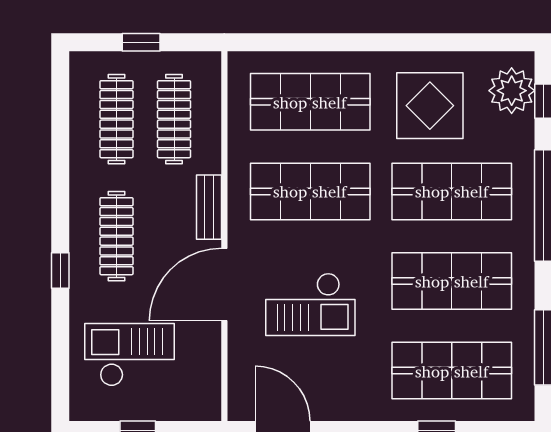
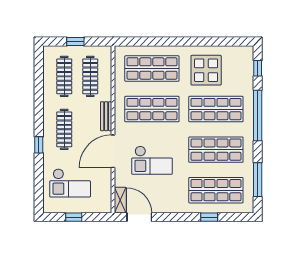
plant: (512, 91) -> (243, 63), removed
checkout: (129, 355) -> (70, 183), turned 180
shelving: (240, 393) -> (120, 200), added

